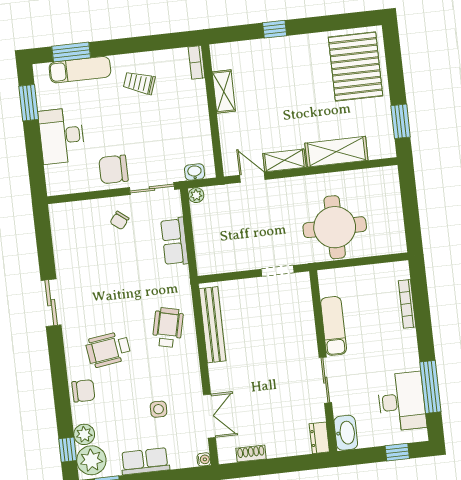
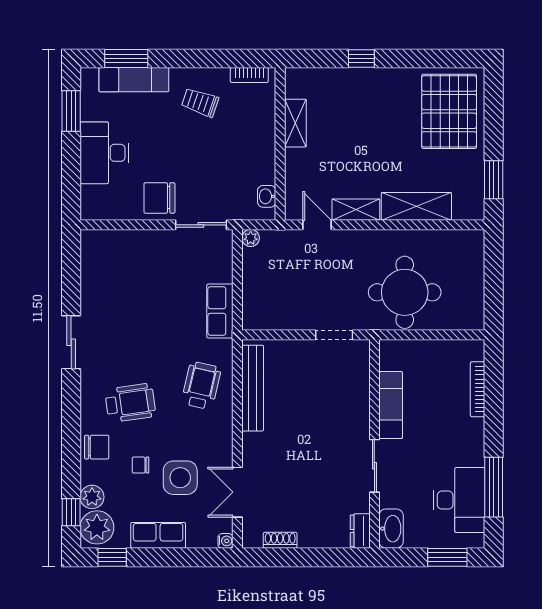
bookcase: (197, 62) -> (249, 75), moved, turned -90
washbasin: (195, 172) -> (267, 196), moved, turned -90
chair: (119, 220) -> (141, 465), moved, turned 52
row of seats: (175, 241) -> (220, 311), moved
wheelchair: (108, 349) -> (130, 403), turned 180
side table: (159, 409) -> (180, 478), width x1.87, depth x1.87
double door: (209, 416) -> (237, 492), swing flipped
window: (397, 452) -> (447, 557), width x1.50

